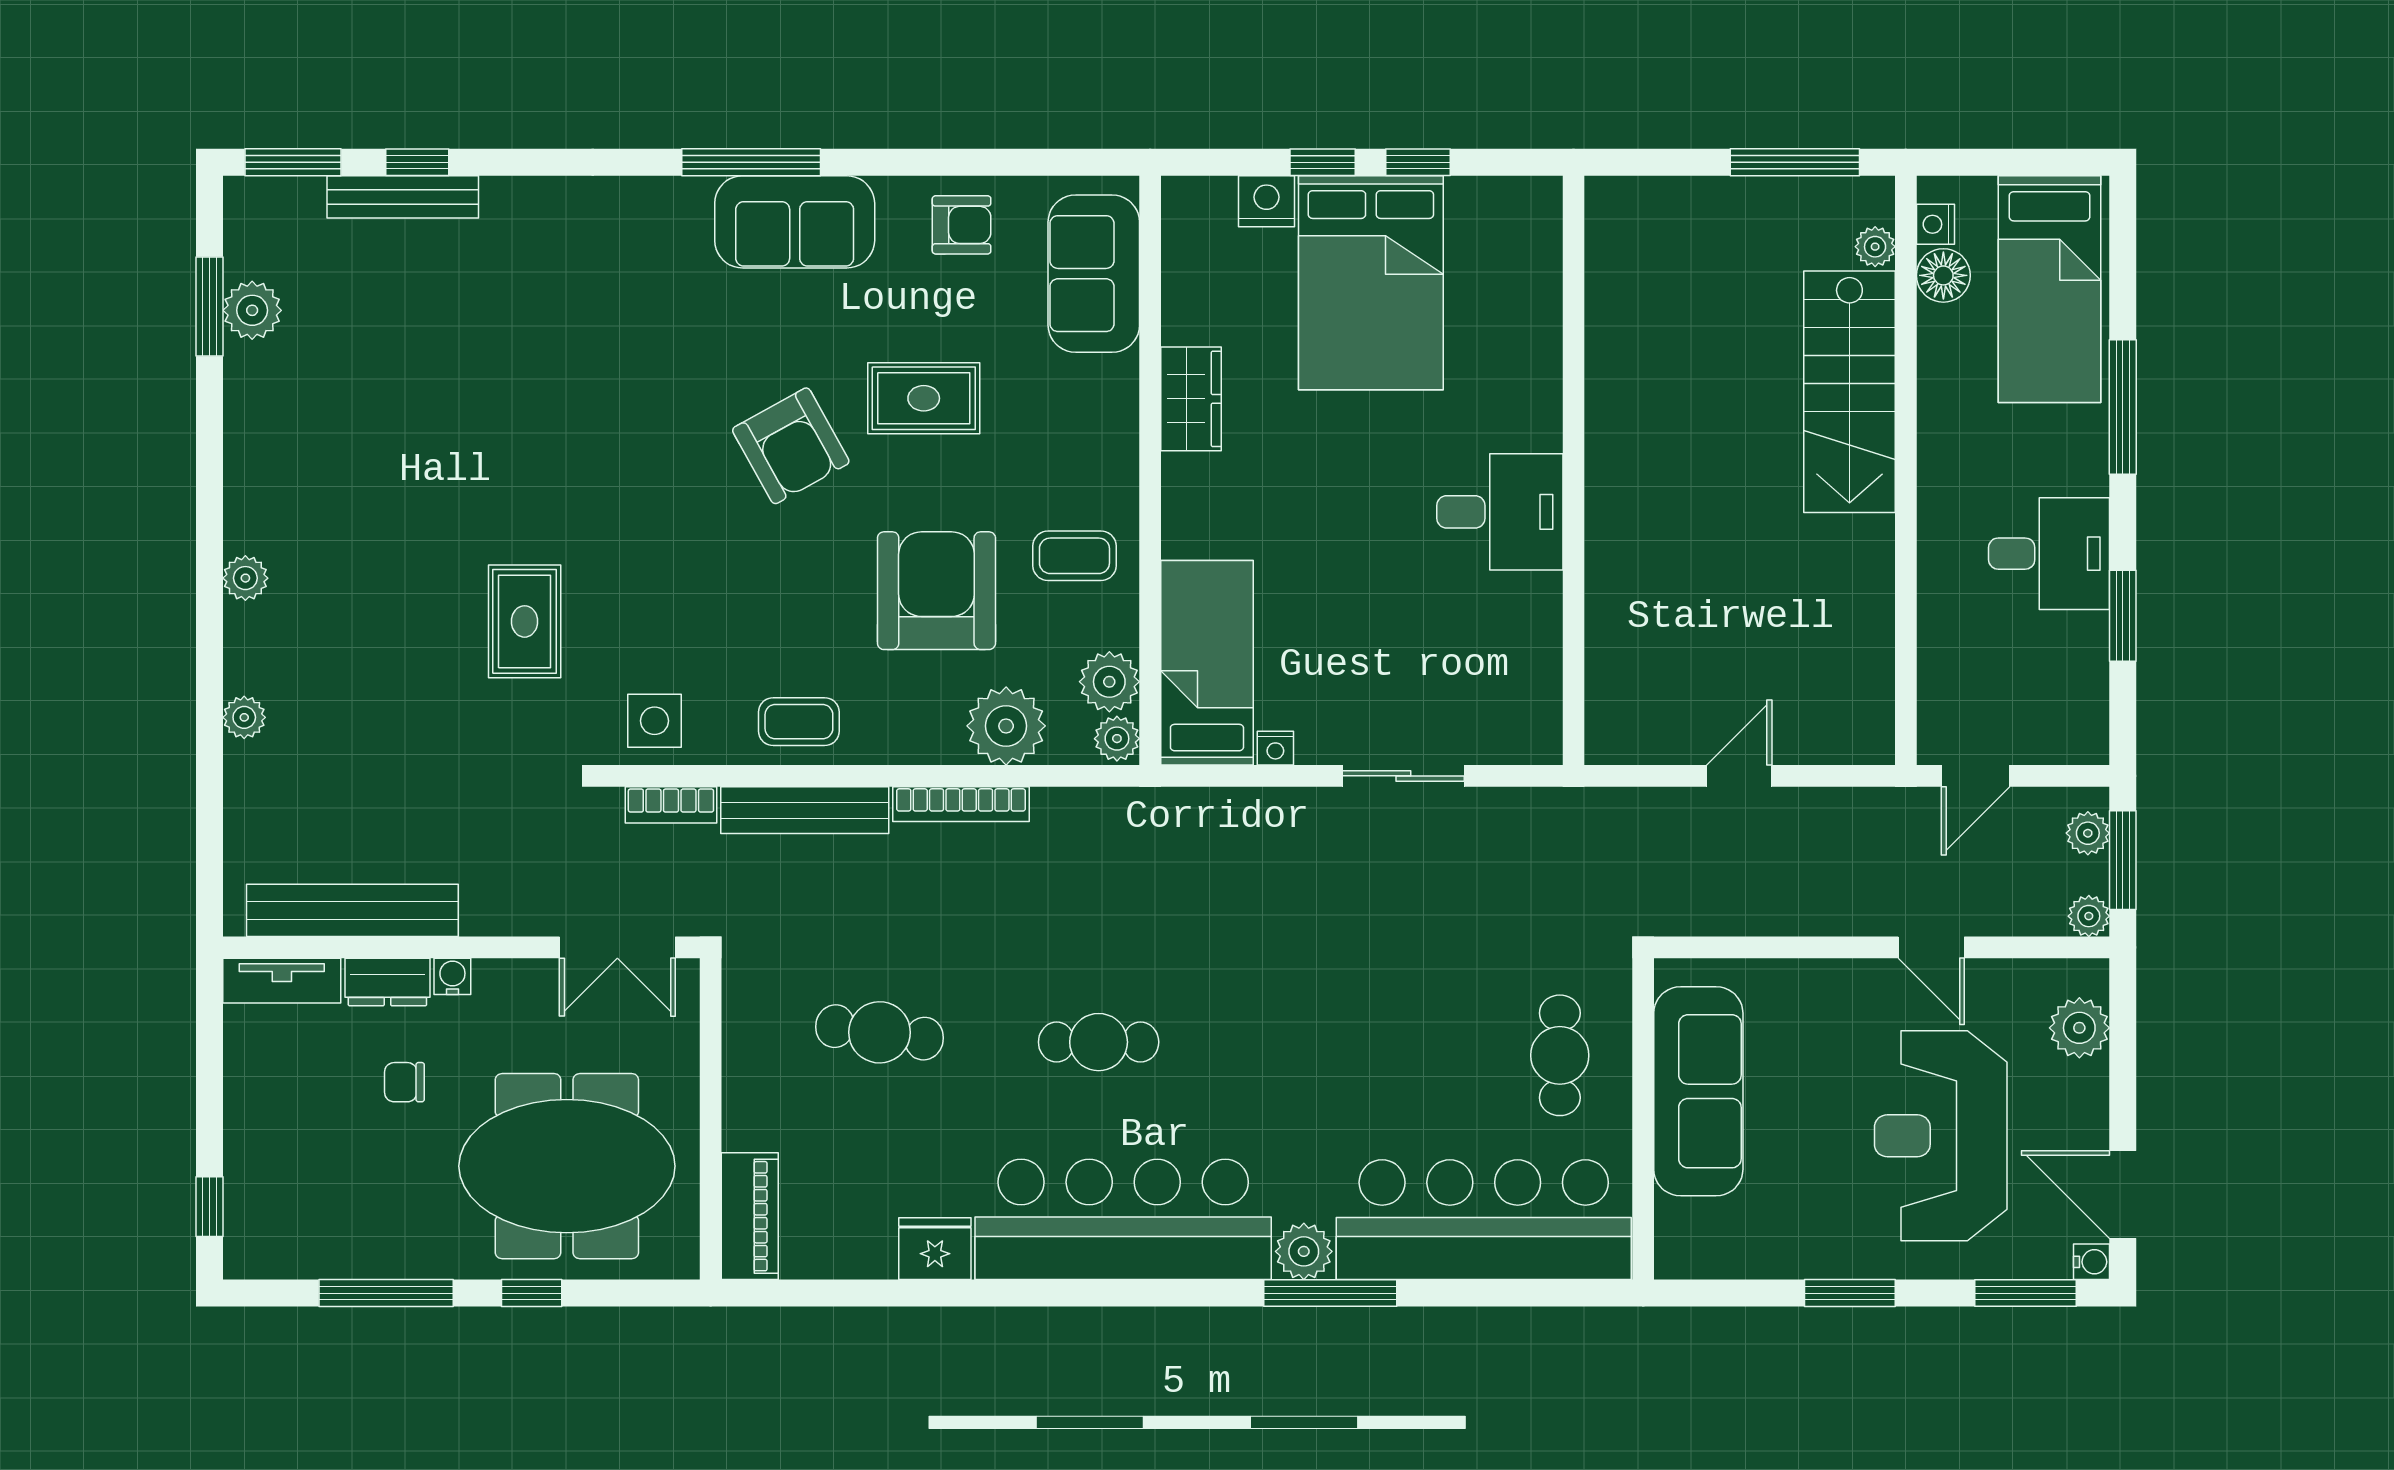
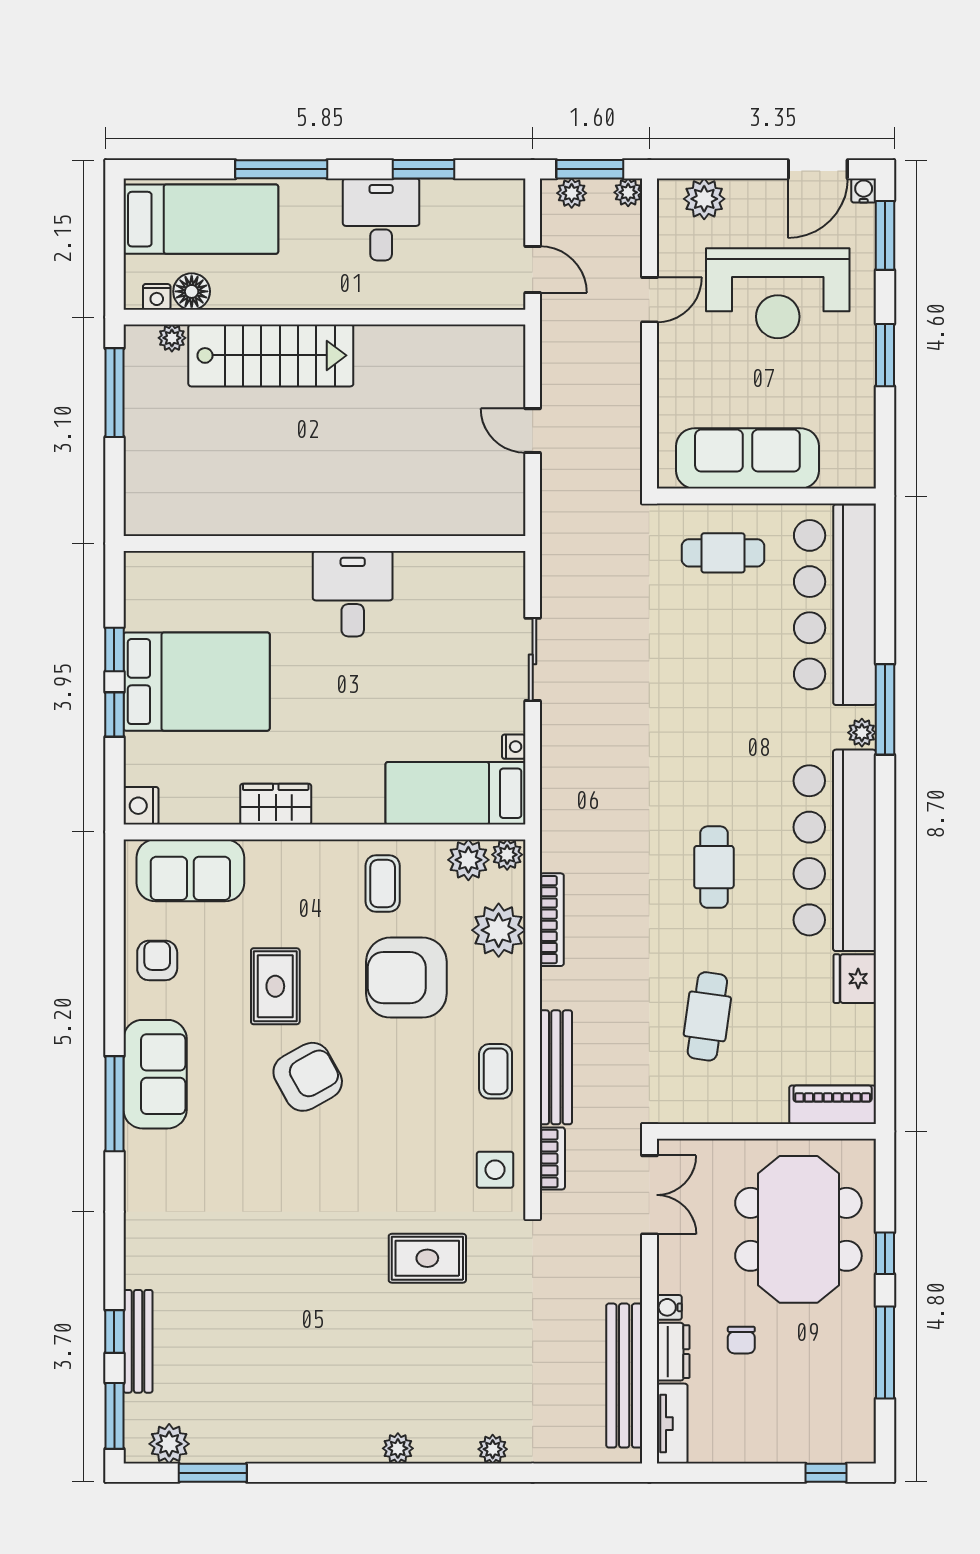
nightstand: (1266, 201) -> (141, 806), moved
plant: (252, 310) -> (169, 1444), moved
bookcase: (961, 804) -> (552, 920), moved
plant: (1304, 1251) -> (862, 733), width x0.73, depth x0.73

